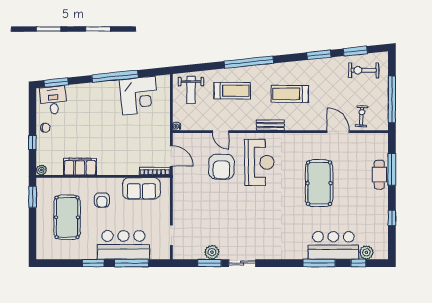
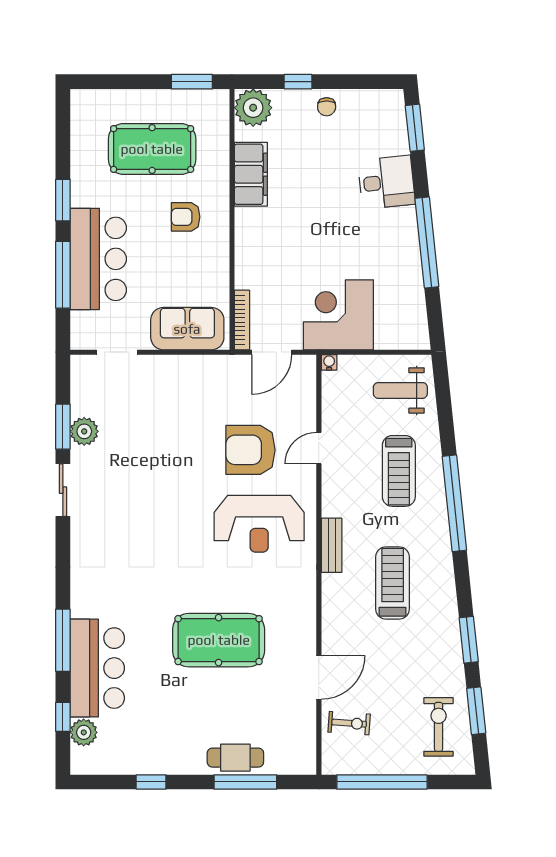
corner desk: (139, 96) -> (338, 315), moved, turned 96
desk: (53, 100) -> (386, 182), moved
plant: (41, 170) -> (253, 108), width x1.88, depth x1.88
sofa: (141, 188) -> (187, 329), moved, turned 90

